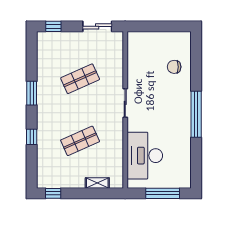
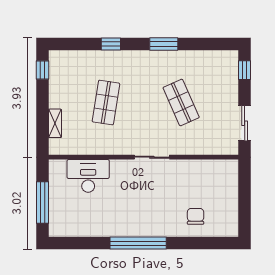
shop shelf: (80, 141) -> (106, 103), turned 33
desk: (145, 156) -> (88, 176), width x0.73, depth x0.77

